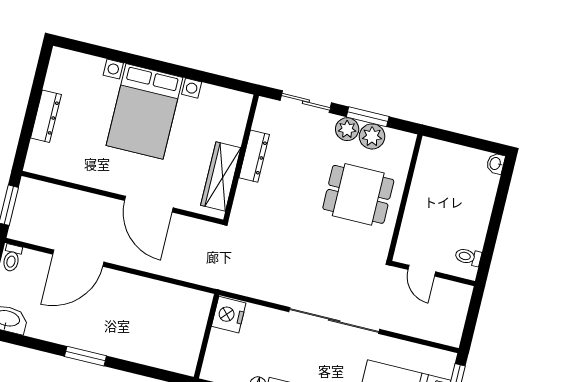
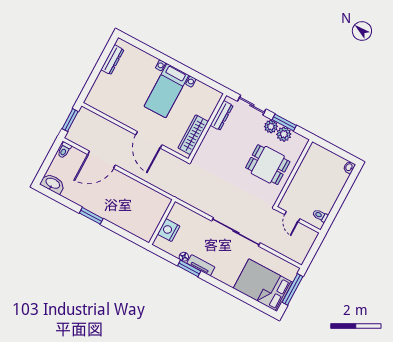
bed with nightstands: (144, 111) -> (166, 91), width x0.73
dresser: (46, 116) -> (112, 60), moved
dresser: (254, 156) -> (222, 115), moved
nightstand: (229, 315) -> (169, 230), moved

